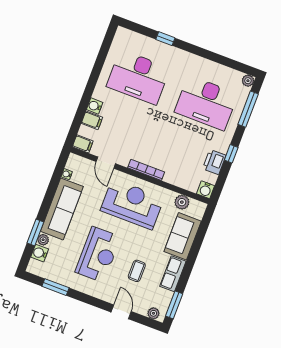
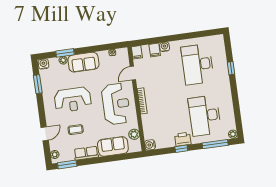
printer: (214, 162) -> (183, 139), moved
sofa: (62, 209) -> (83, 62), width x0.73
water cooler: (40, 253) -> (43, 64), moved

